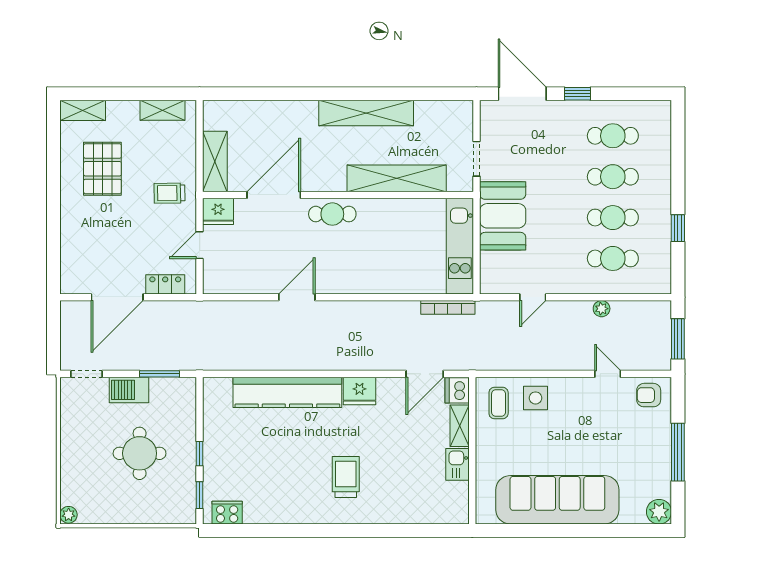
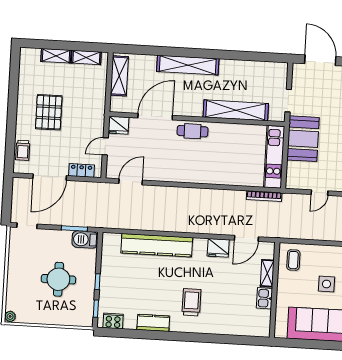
shelving: (83, 110) -> (56, 56), moved
shelving: (366, 113) -> (188, 65), moved
shelving: (215, 161) -> (119, 76), moved
pallet: (102, 169) -> (49, 112), moved
trolley: (169, 193) -> (23, 150), moved, turned -89
door: (297, 297) -> (131, 182), moved
barbecue: (129, 390) -> (85, 240), moved
dishwasher: (457, 390) -> (267, 250), removed
fridge: (360, 391) -> (218, 248), moved
side table: (536, 398) -> (326, 284), moved
kitchen counter: (289, 512) -> (153, 323), added

